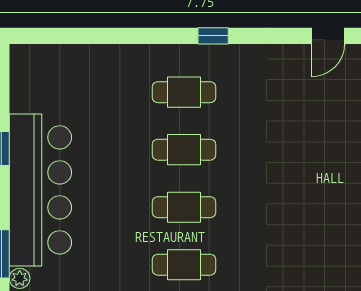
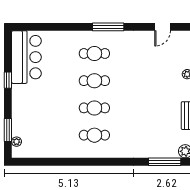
window: (213, 36) -> (108, 27), width x2.17
bar counter: (40, 190) -> (26, 57), moved, width x0.73

